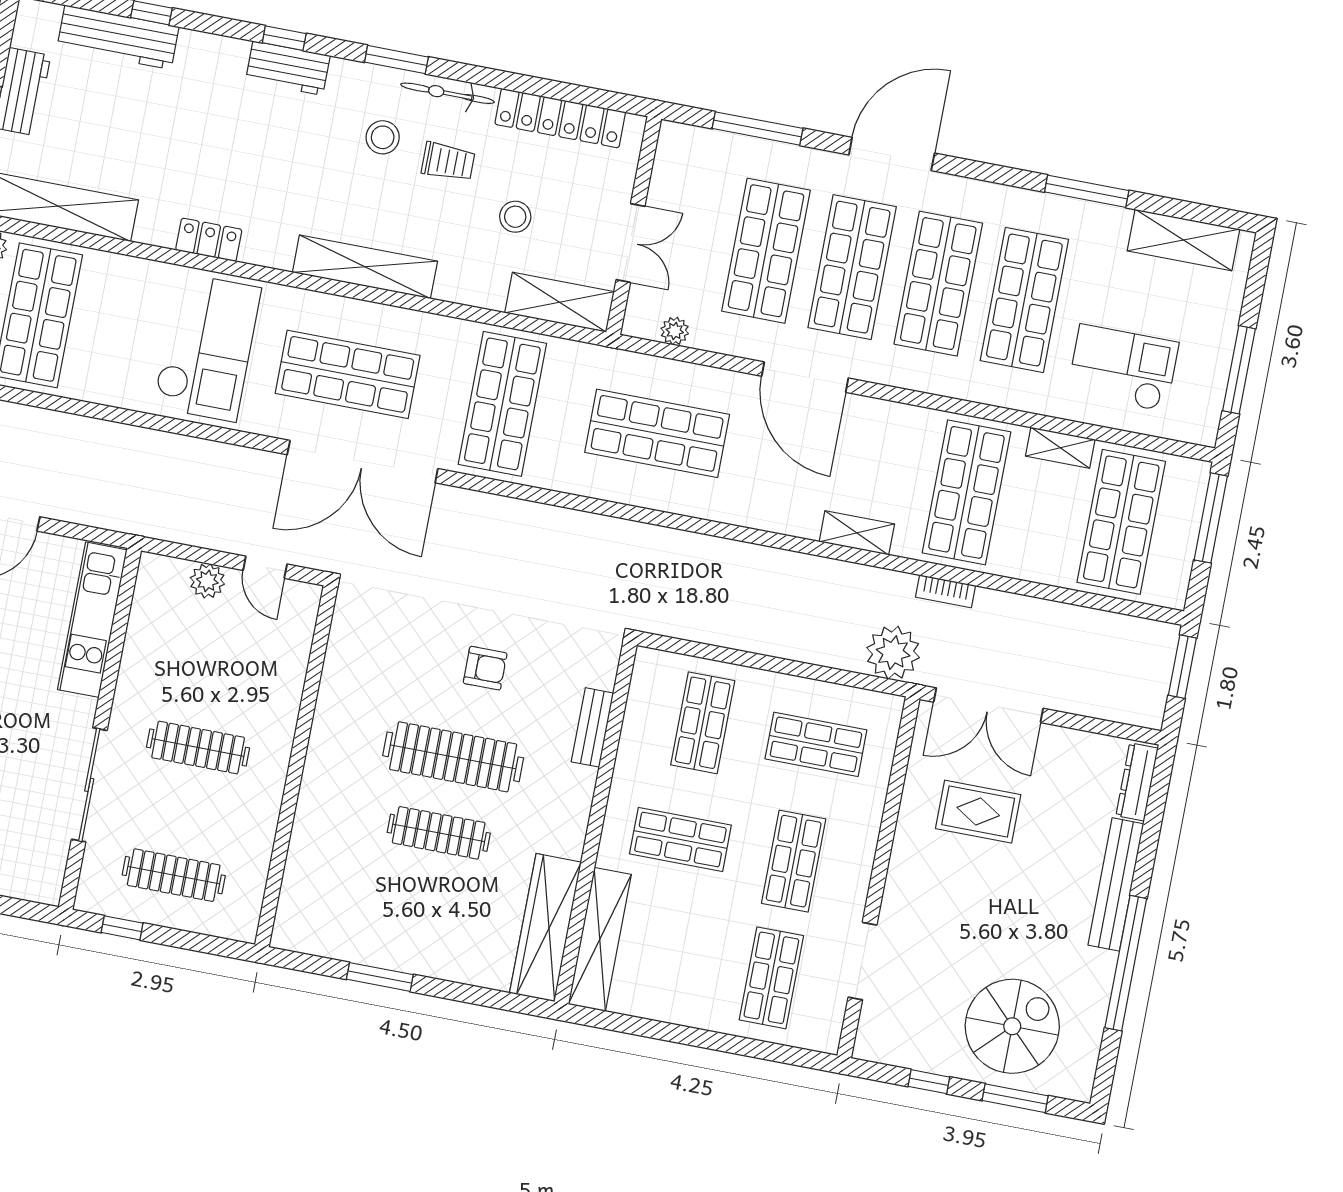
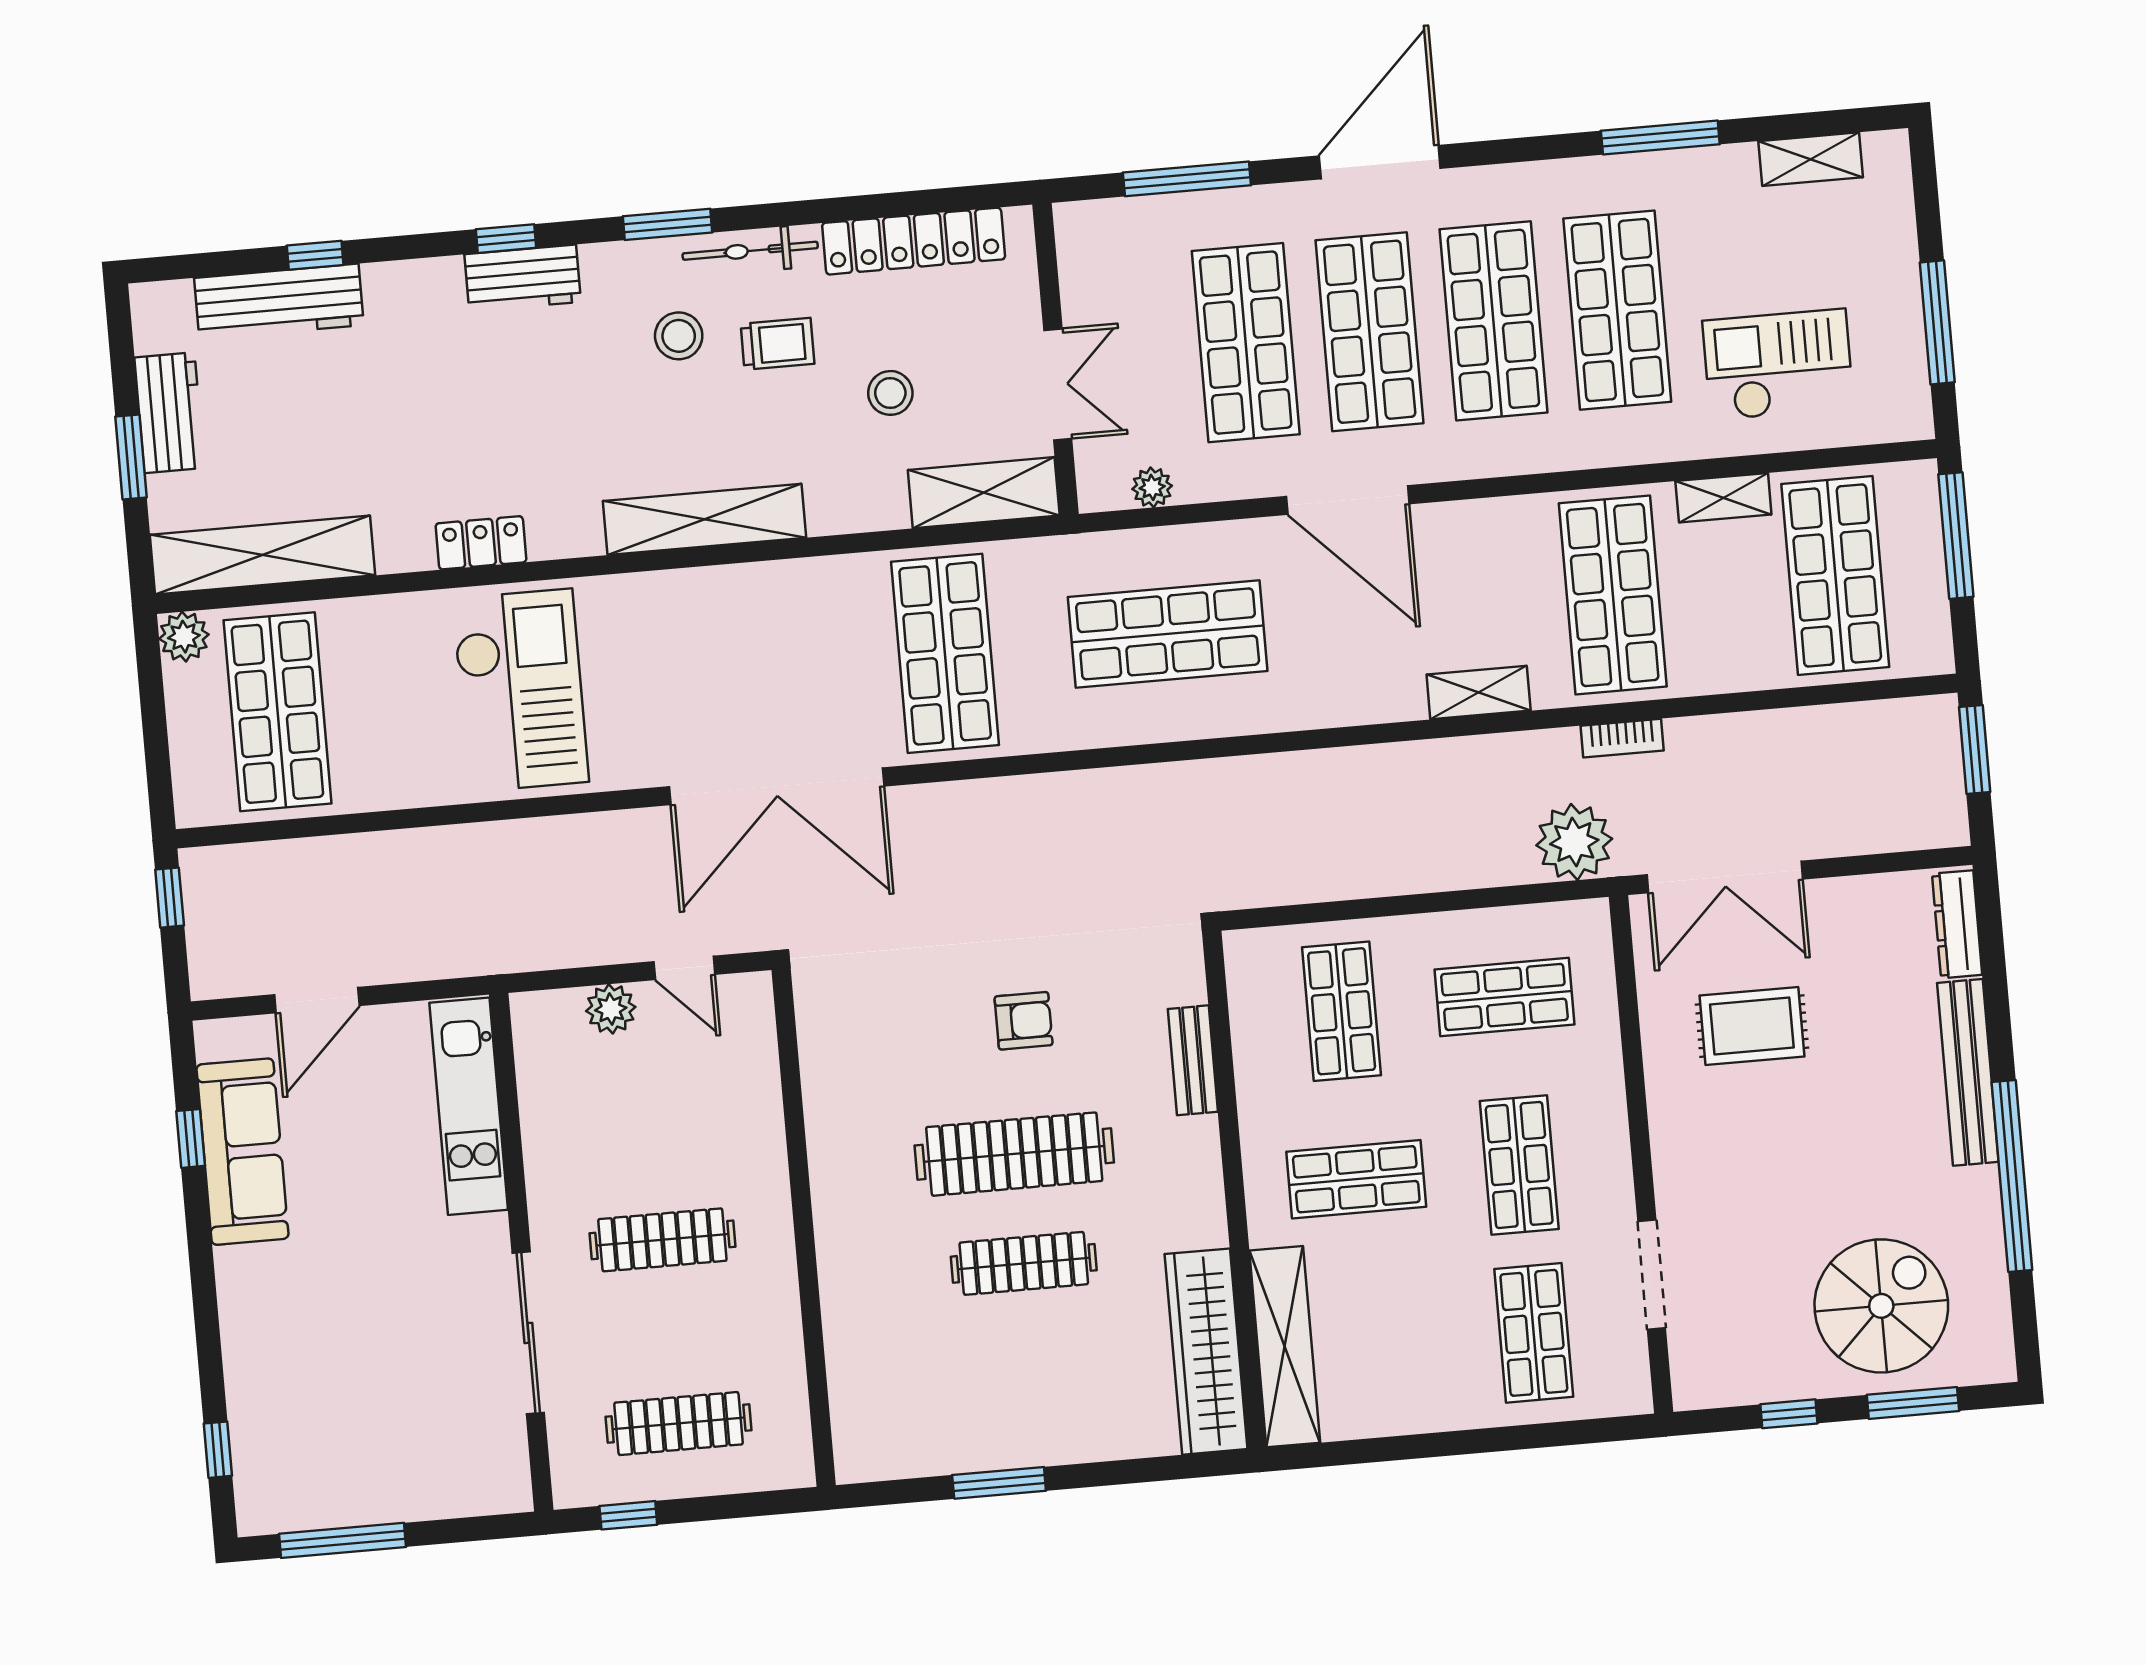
shelving: (1183, 240) -> (1811, 159), width x0.67, depth x0.75
shop shelf: (348, 374) -> (723, 673), removed

